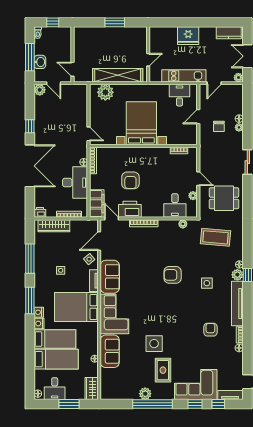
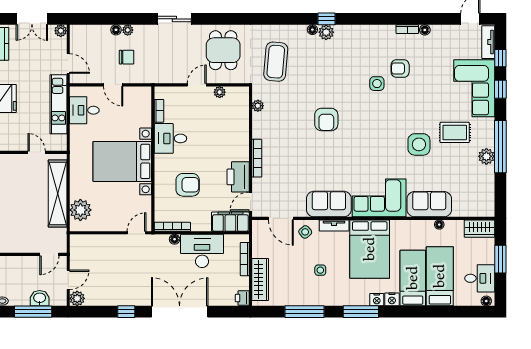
armchair: (130, 180) -> (188, 185), moved
desk: (175, 205) -> (170, 138), moved, turned 180
side table: (207, 283) -> (377, 84), moved
tv unit: (237, 304) -> (365, 32), removed

